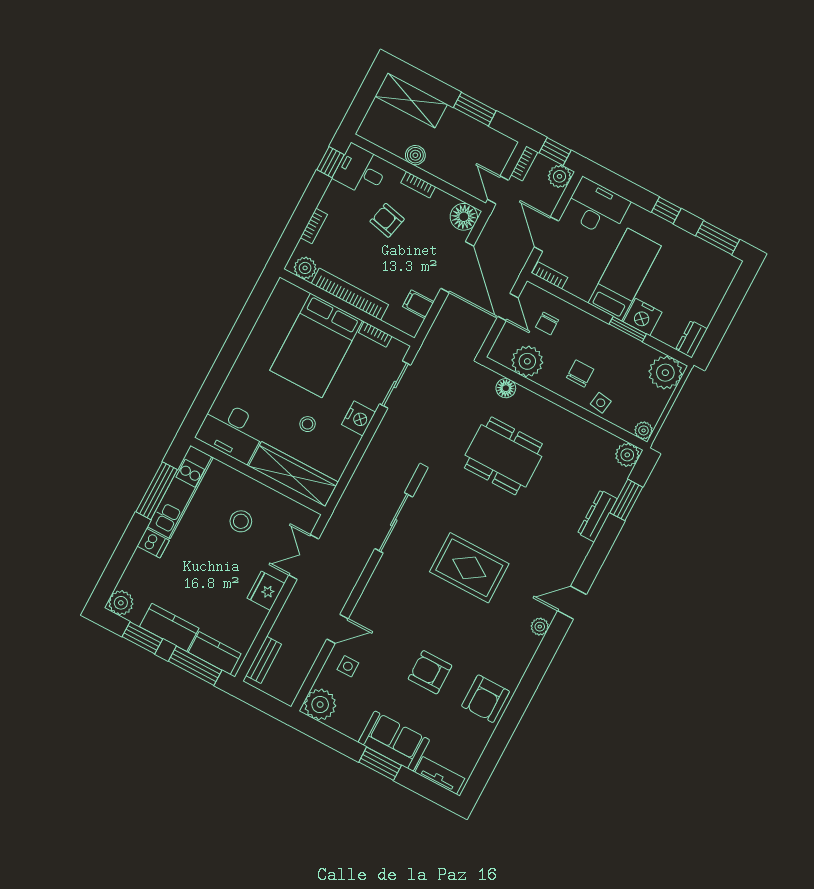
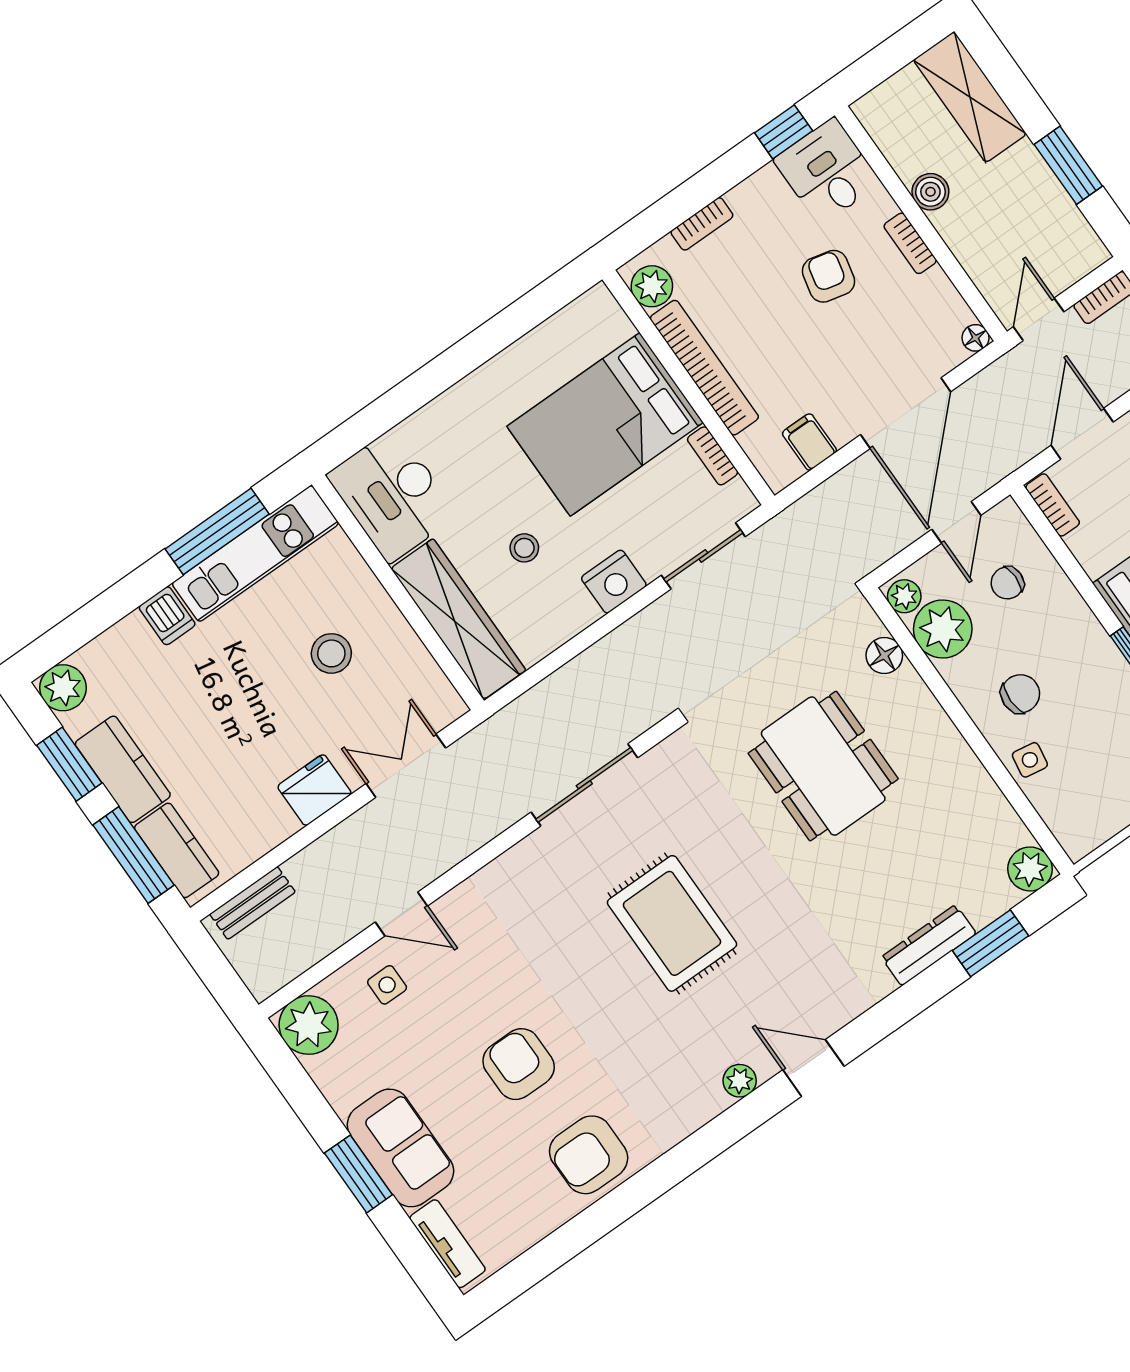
floor lamp: (464, 217) -> (976, 338), width x0.53, depth x0.53
plant: (644, 430) -> (904, 596), moved

